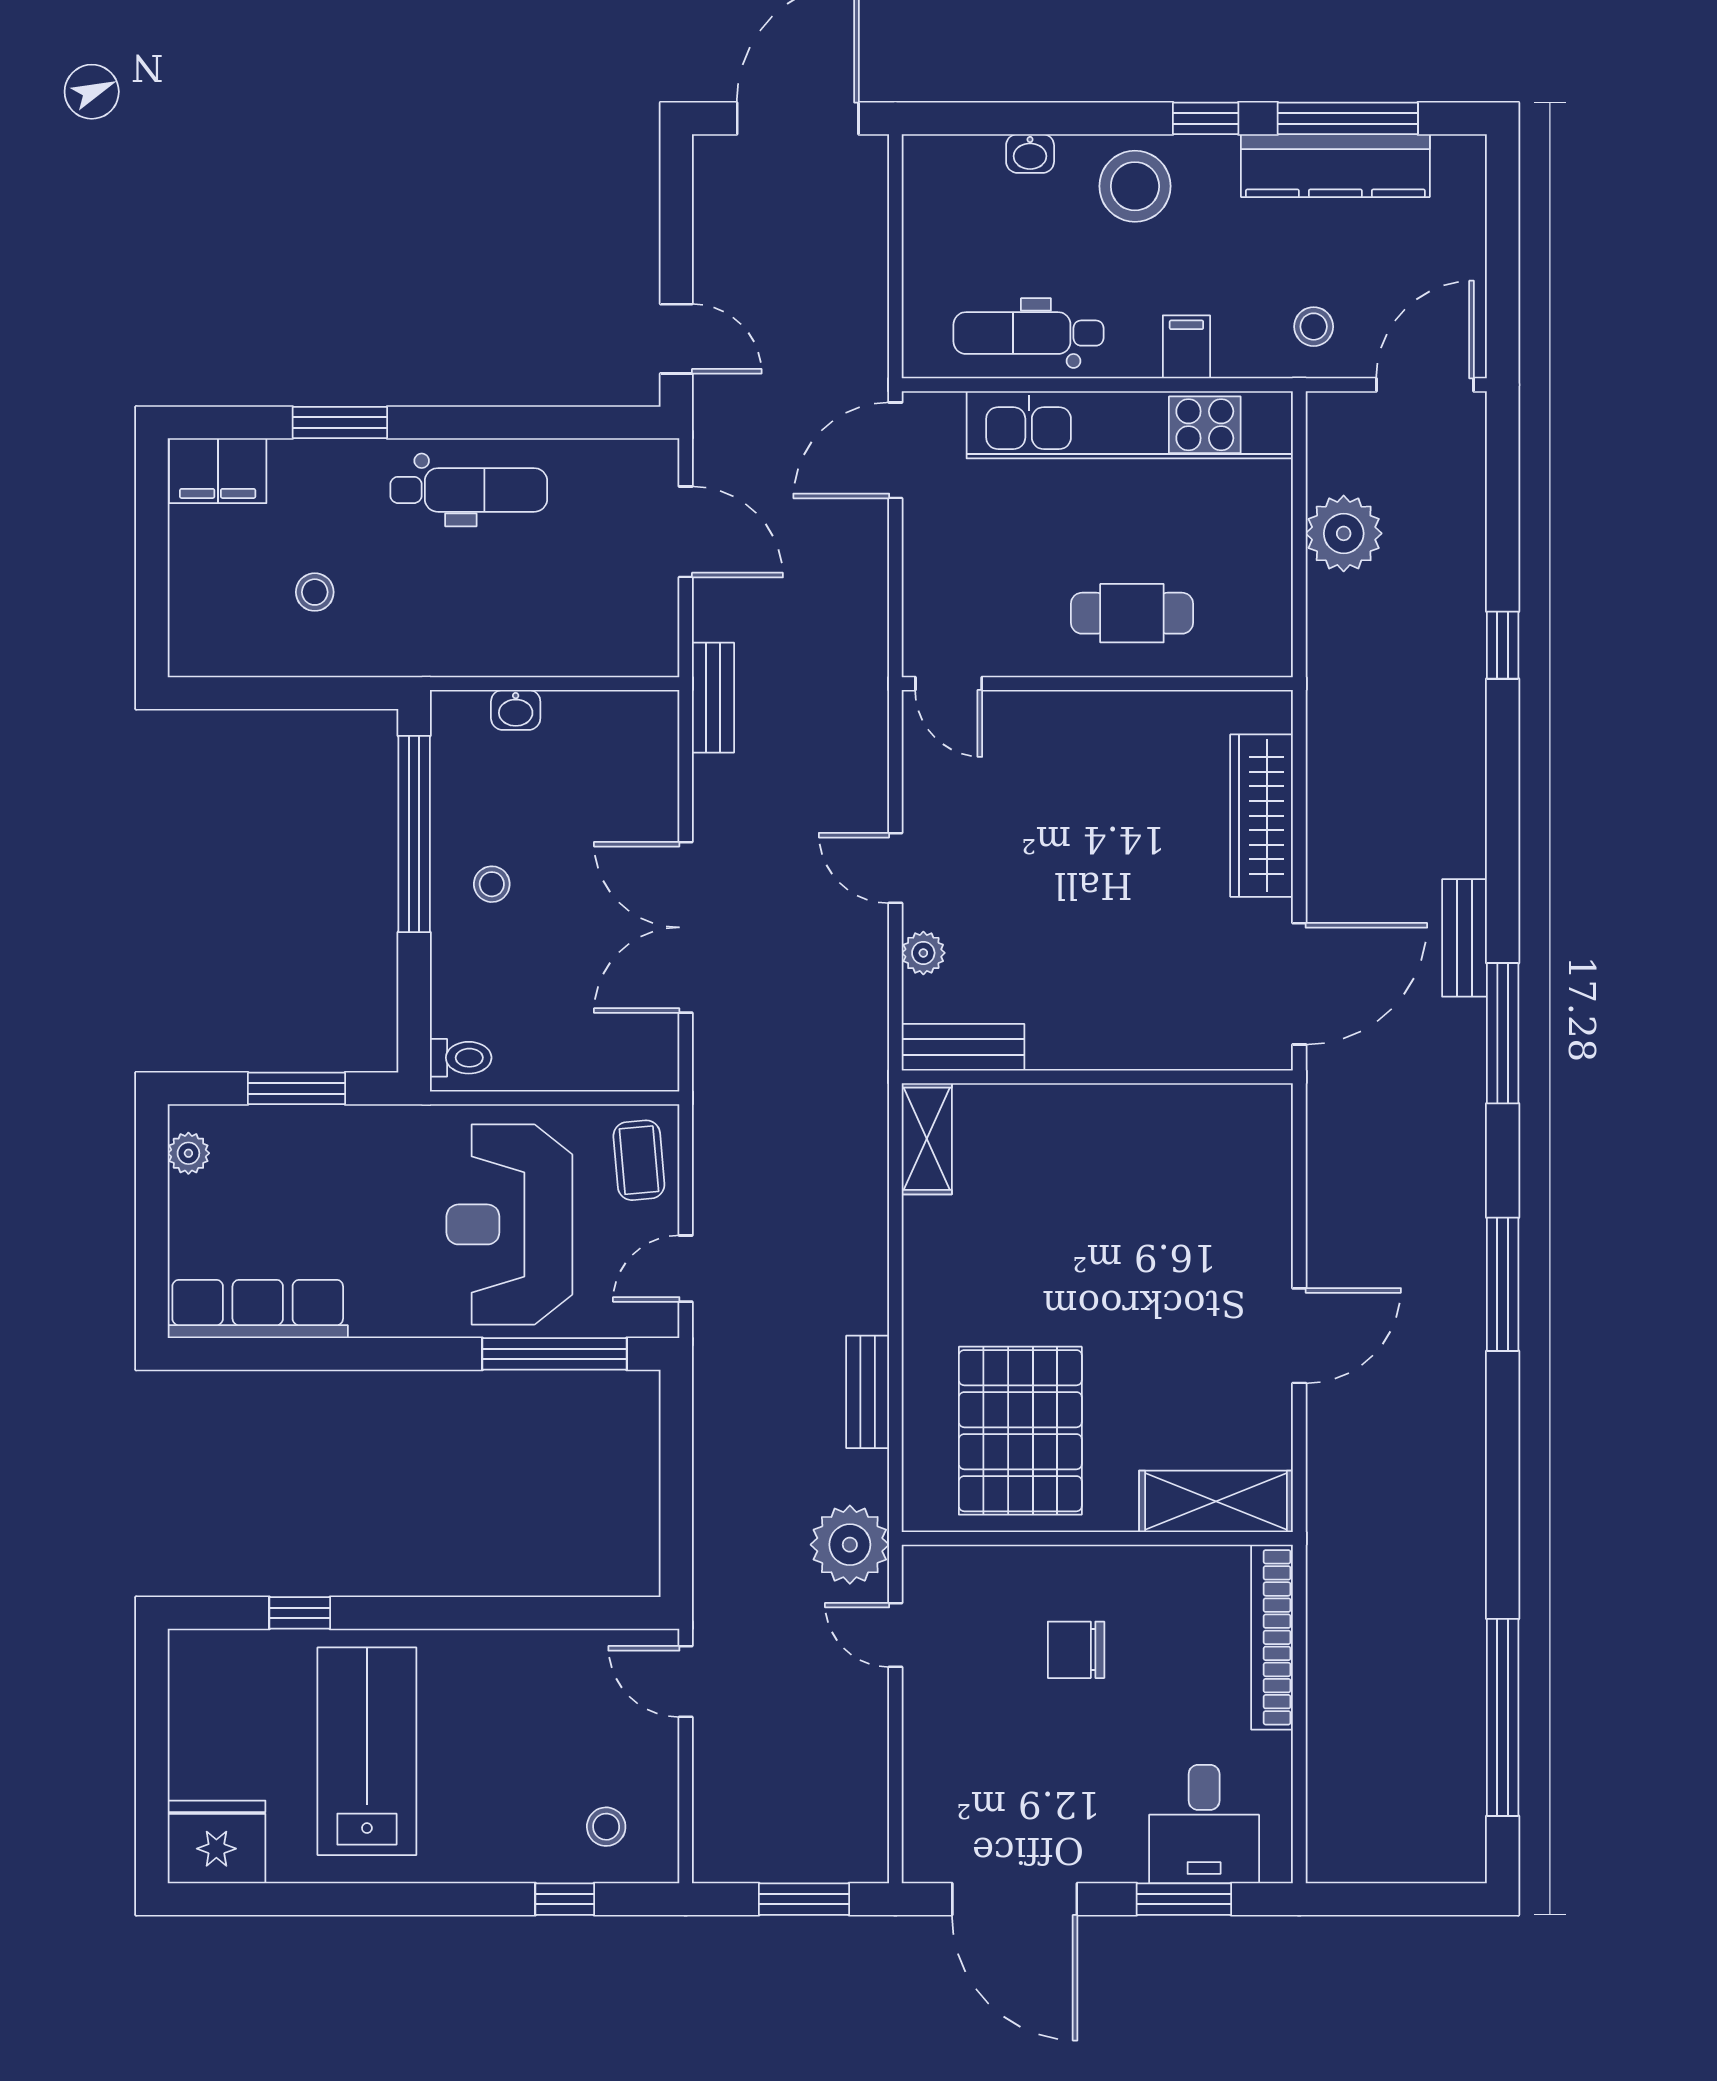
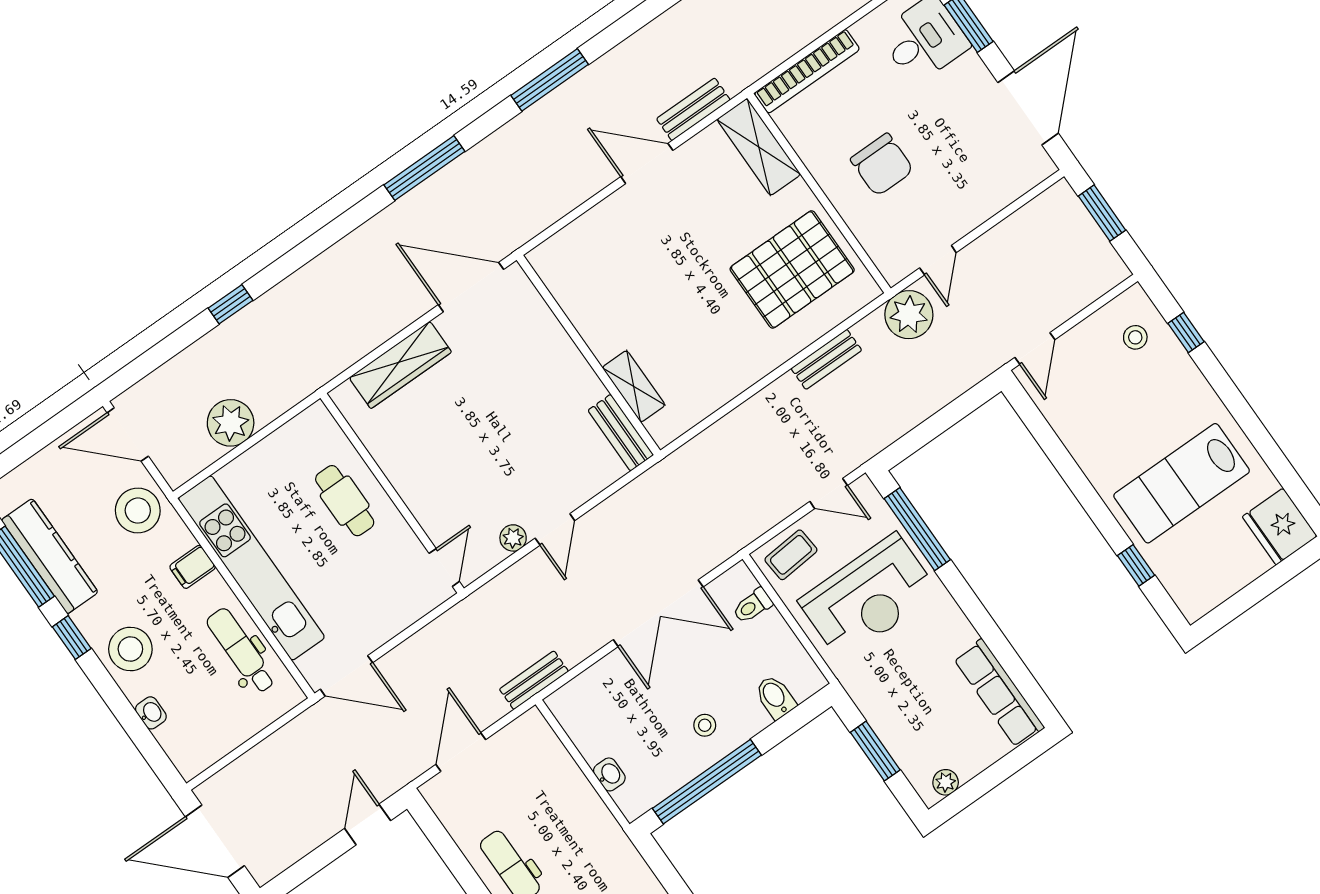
stool: (1314, 327) -> (138, 511), width x1.89, depth x1.89
dental chair: (1028, 333) -> (241, 651), turned 180
bench: (1465, 938) -> (693, 109), moved
plant: (923, 953) -> (513, 538), moved
bidet: (463, 1005) -> (775, 697), added
toilet: (461, 1058) -> (752, 606), moved, turned -90
shelving: (927, 1139) -> (634, 386), moved, turned 90
chair: (1076, 1650) -> (882, 165), width x1.37, depth x1.37

